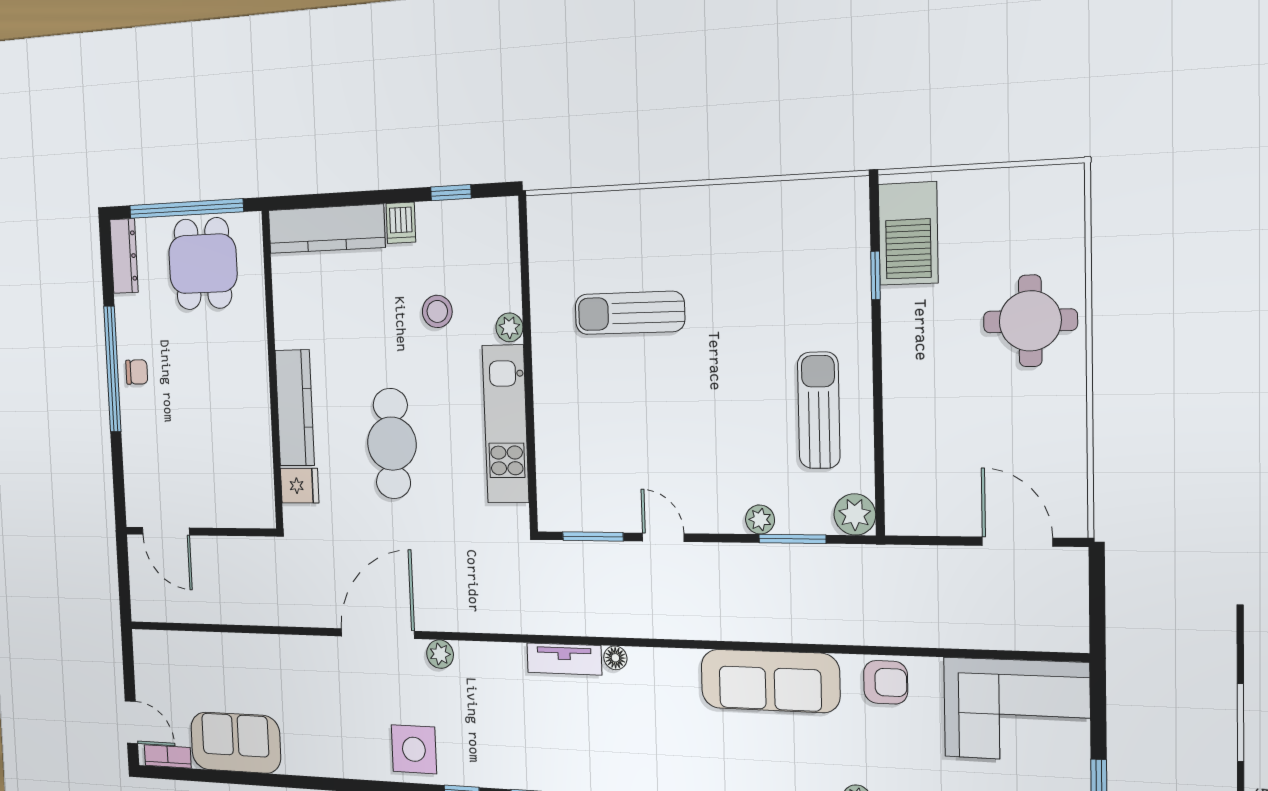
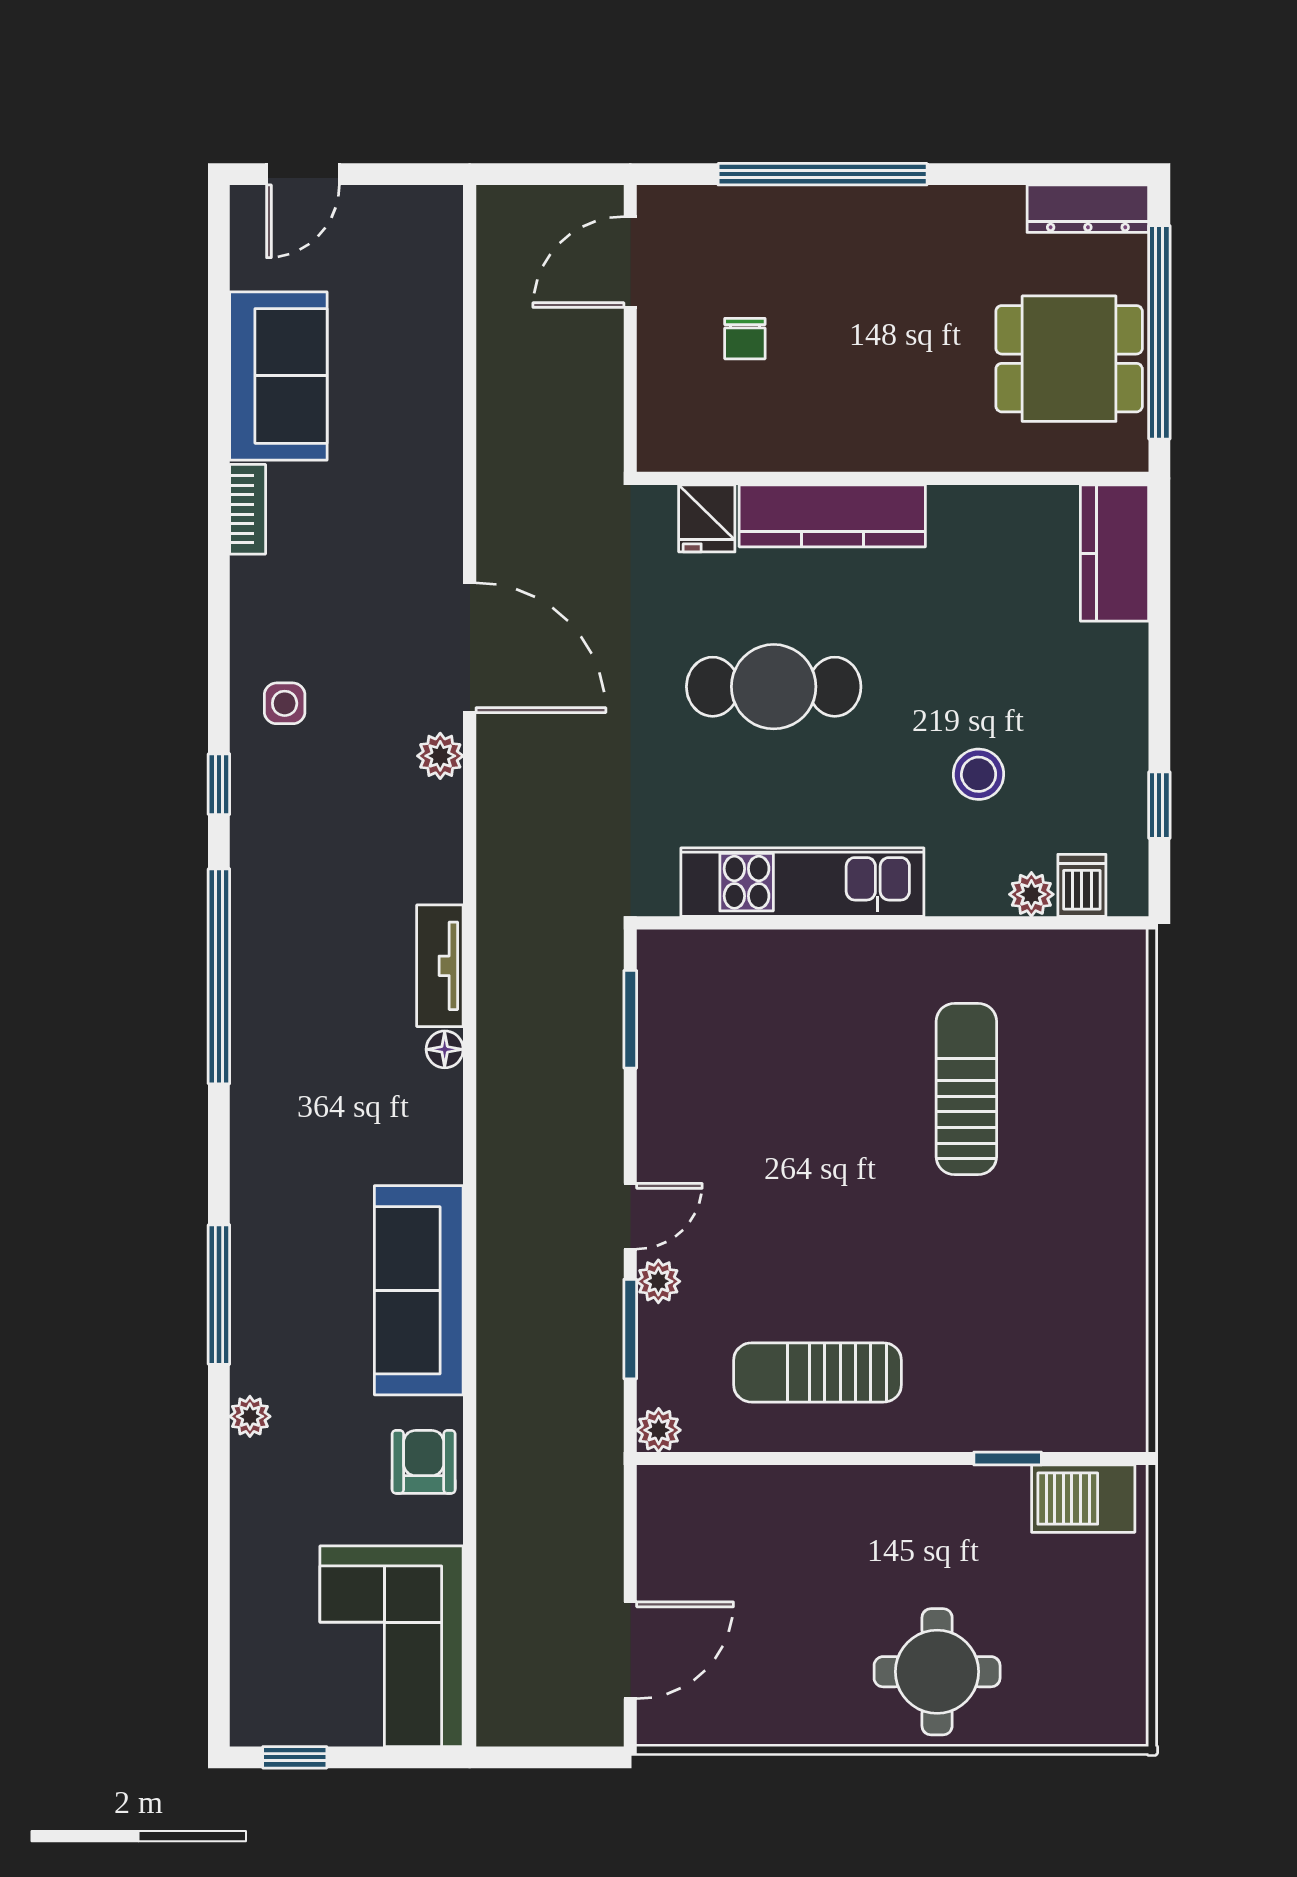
dishwasher: (401, 223) -> (1082, 885), moved, turned 90
kitchen counter: (326, 229) -> (1115, 553), width x0.67
barbecue: (908, 234) -> (1083, 1499), width x0.73, depth x0.83
plant: (509, 327) -> (1031, 894), moved
window: (112, 369) -> (823, 174), moved
chair: (137, 372) -> (745, 339), moved
sun lounger: (819, 410) -> (818, 1372), turned 180
plant: (855, 514) -> (659, 1430), width x0.73, depth x0.73
door: (663, 537) -> (630, 1216), moved
armchair: (886, 682) -> (424, 1462), turned 180
side table: (414, 749) -> (285, 703), width x0.54, depth x0.54
bookcase: (168, 756) -> (248, 509), moved

